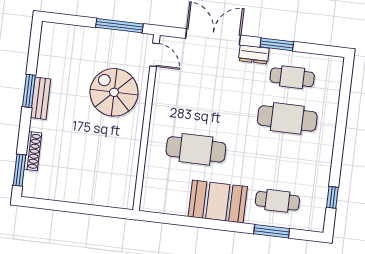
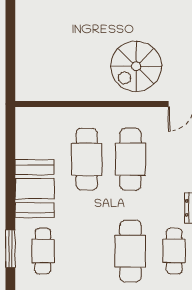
spiral stairs: (114, 92) -> (136, 66), turned 180
cafe table: (201, 108) -> (130, 159), added

